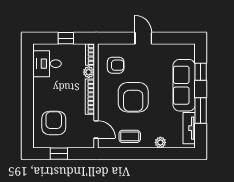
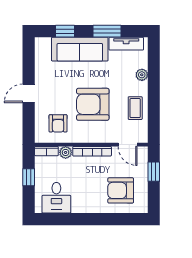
armchair: (116, 65) -> (58, 123), turned 180
armchair: (133, 97) -> (93, 104), turned 180
door: (96, 129) -> (128, 145), swing flipped
window: (59, 154) -> (154, 172), moved

